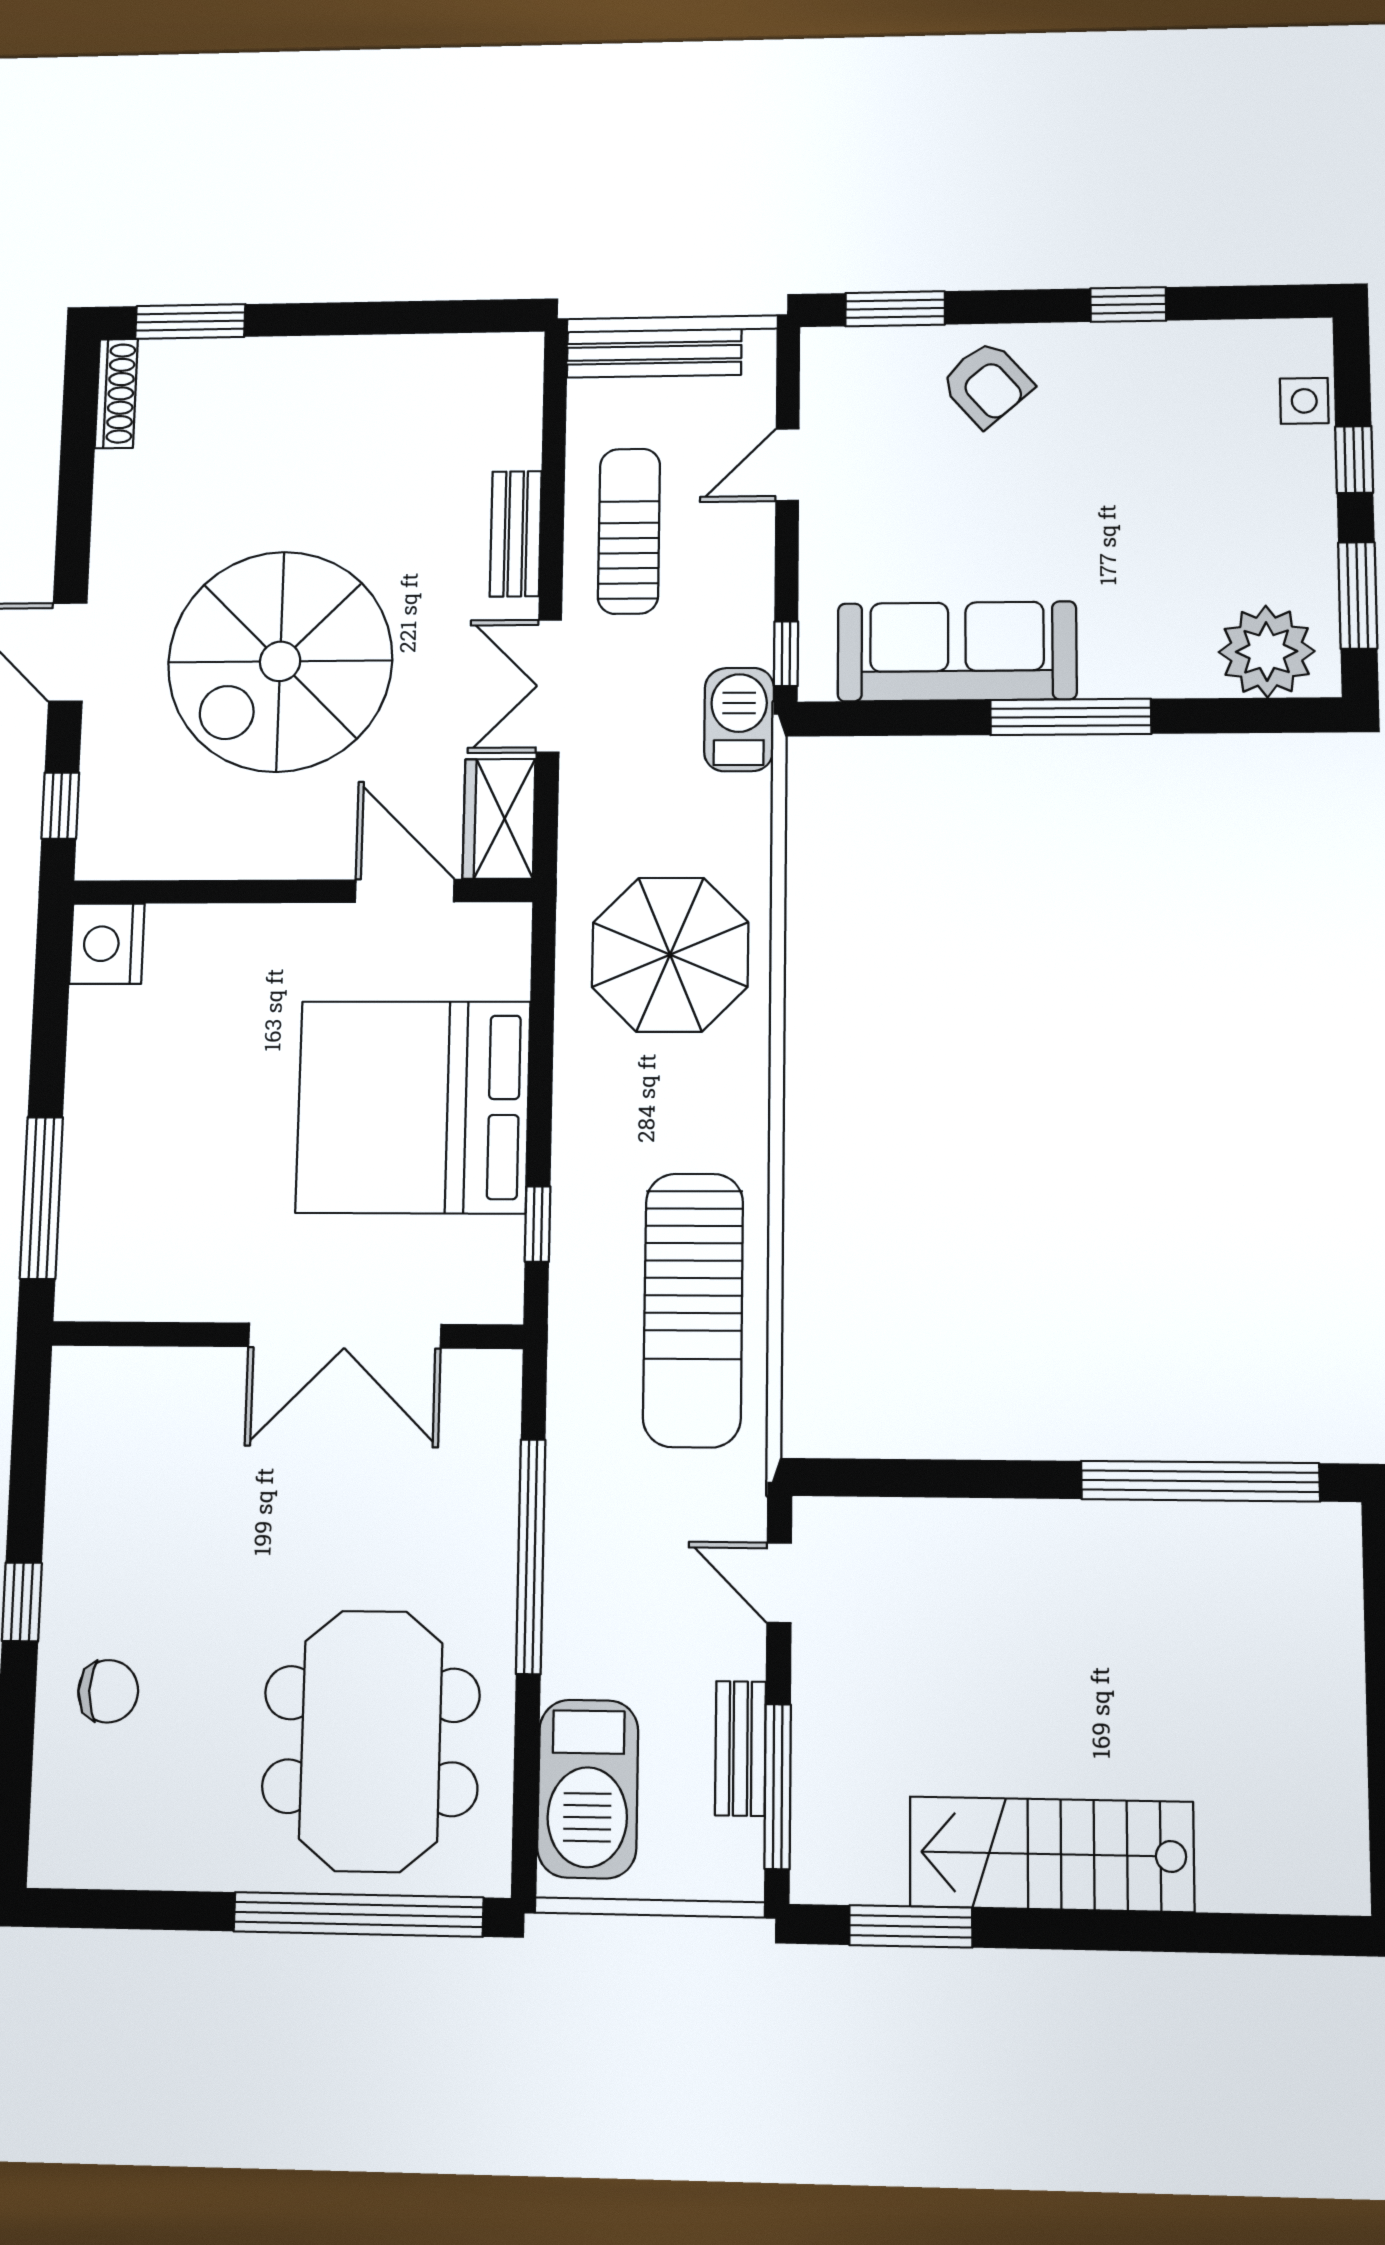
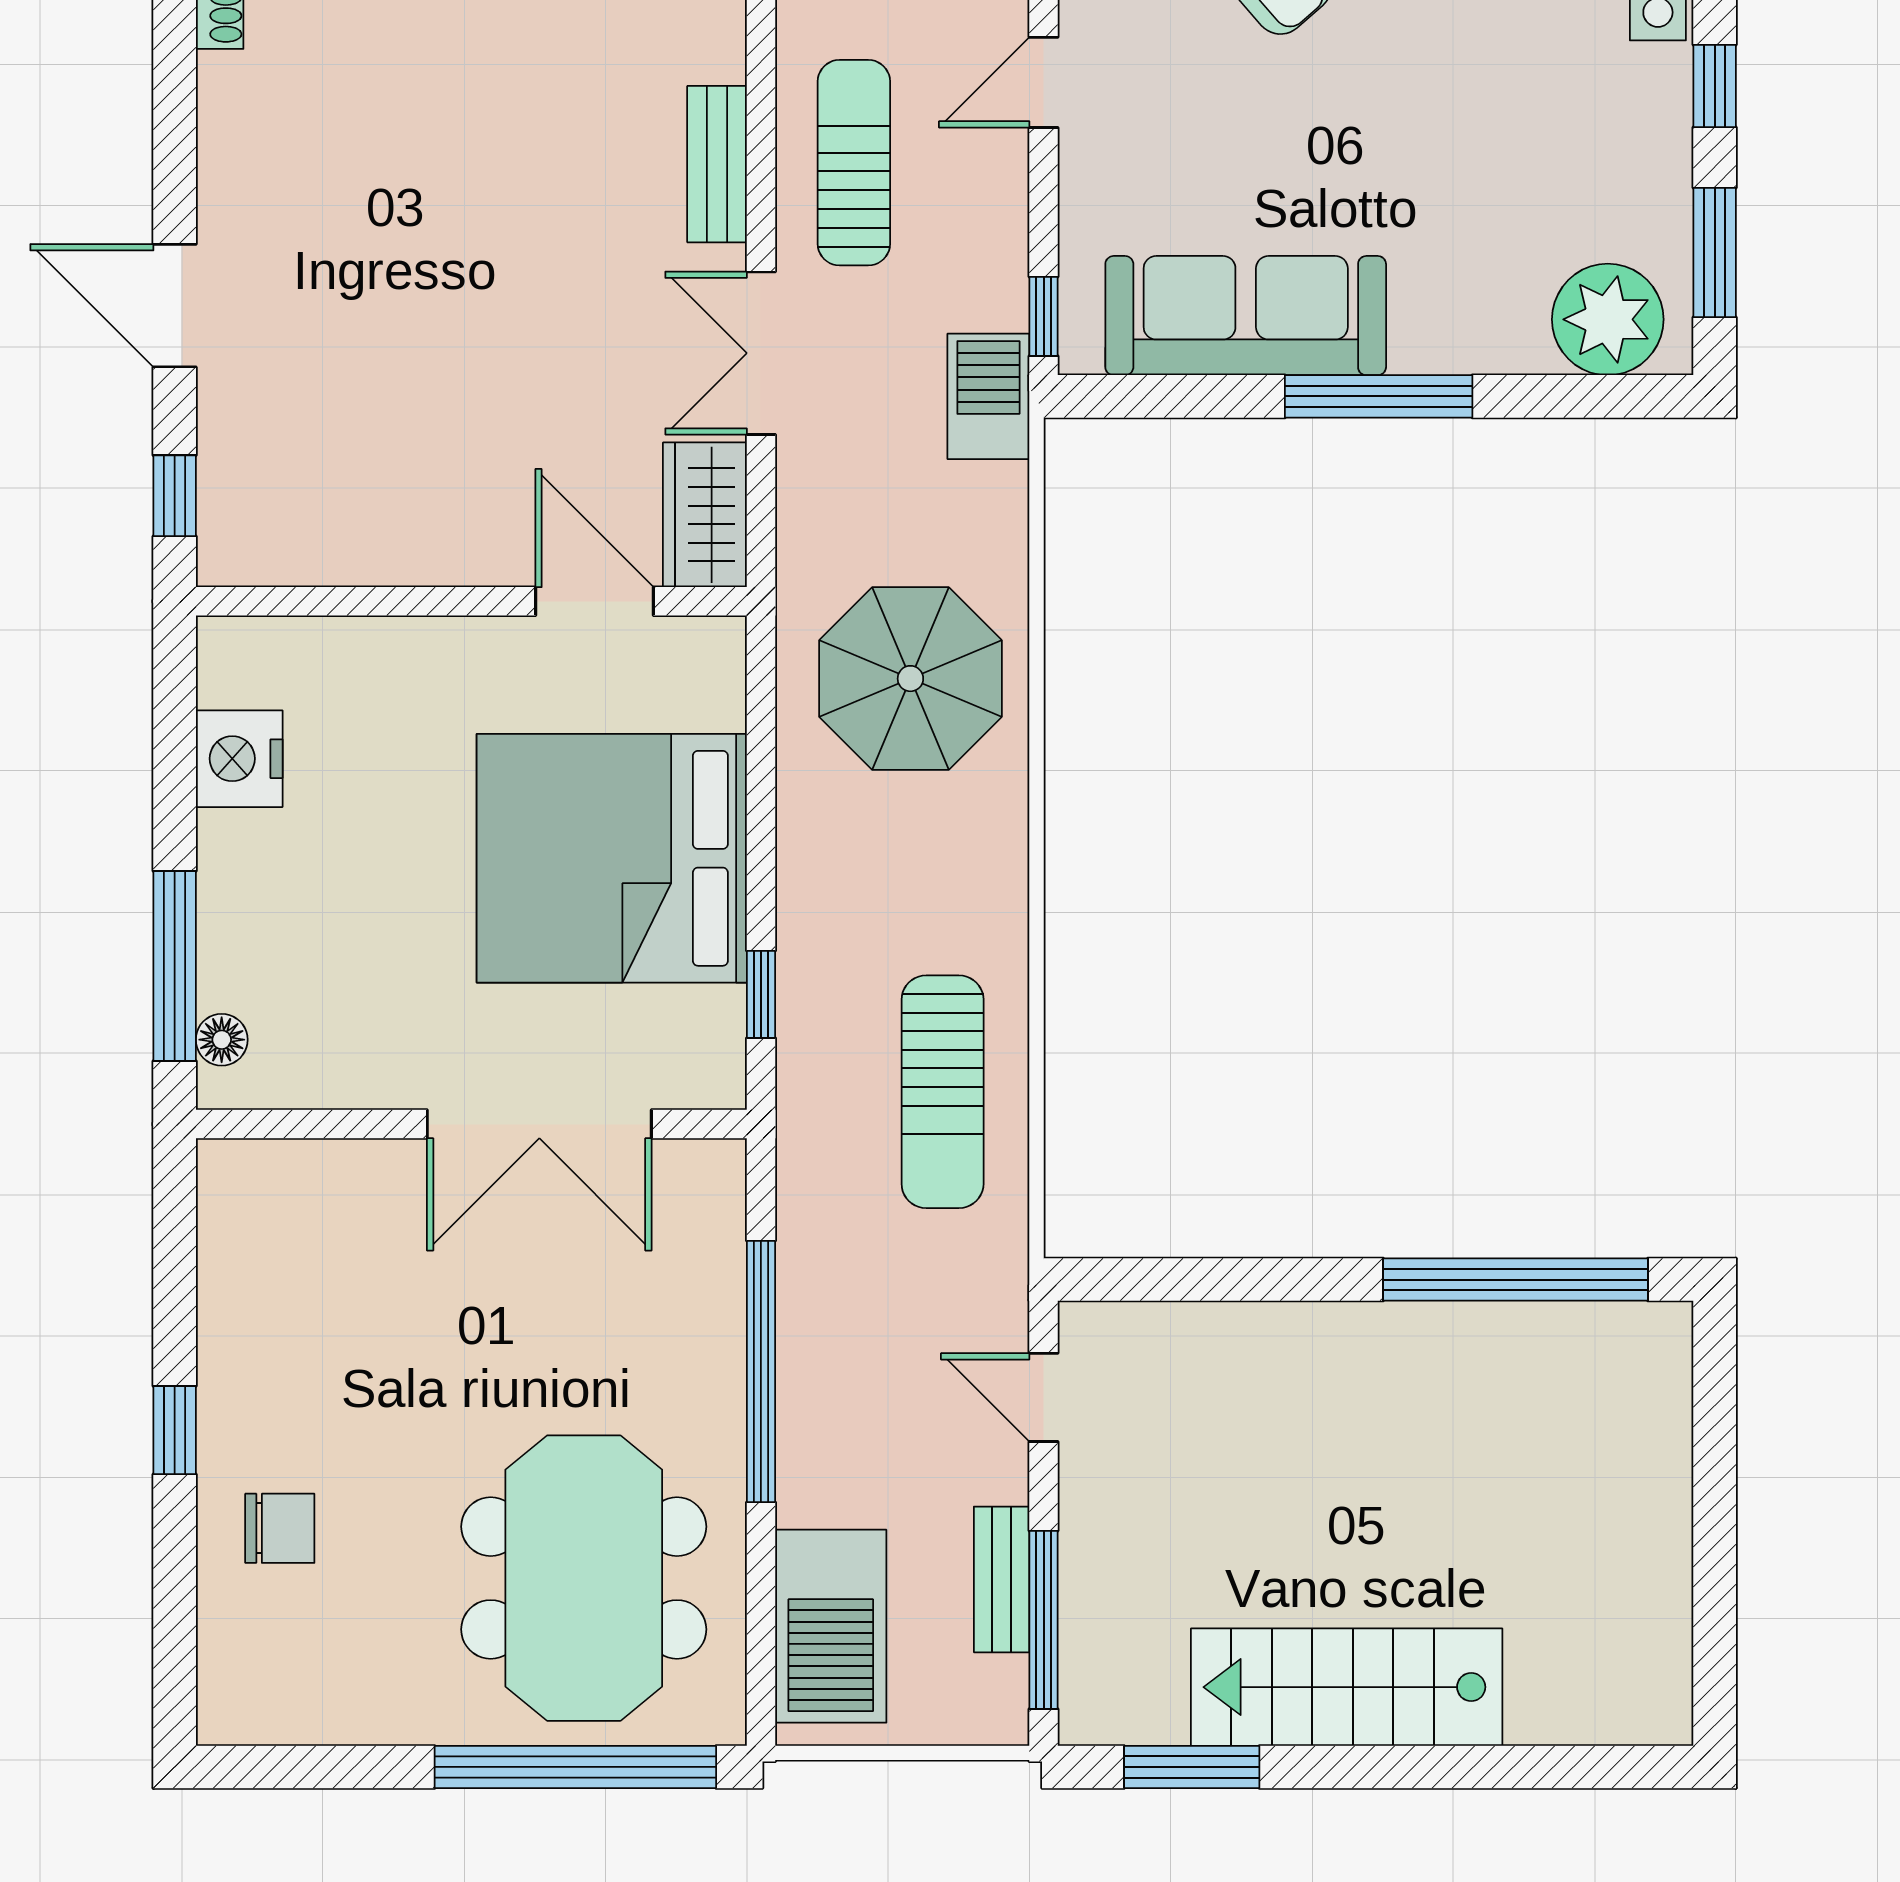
spiral stairs: (280, 661) -> (435, 320), removed
nightstand: (107, 944) -> (239, 759), moved
floor lamp: (78, 1261) -> (222, 1040), added
sun lounger: (693, 1310) -> (943, 1092), width x0.73, depth x0.75

